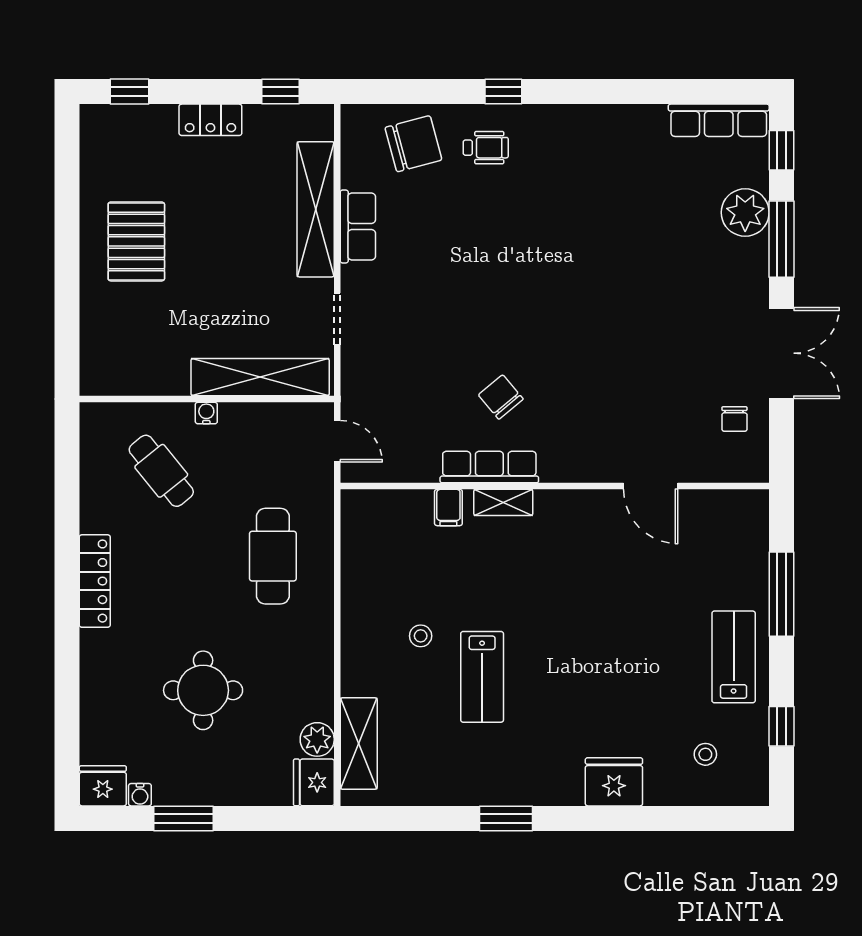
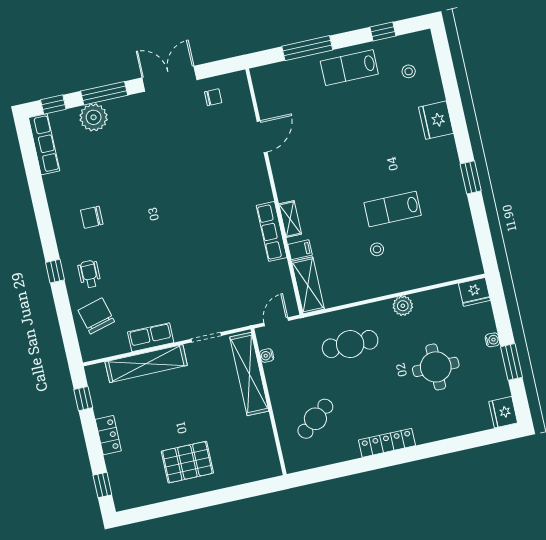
chair: (501, 397) -> (92, 217), moved, turned 40
water cooler: (206, 413) -> (267, 356), moved
lab bench: (482, 677) -> (393, 209), turned 180
plant: (317, 739) -> (403, 306), moved
shelving: (359, 744) -> (308, 285), moved, turned 90
water cooler: (140, 795) -> (492, 340), moved

